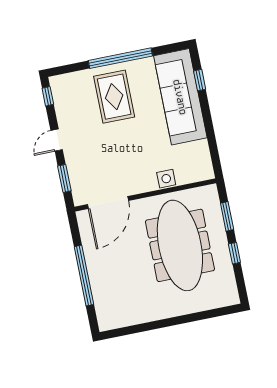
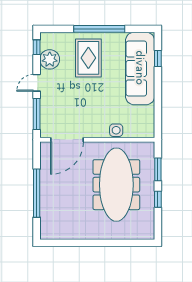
plant: (67, 108) -> (50, 59), added
window: (64, 178) -> (37, 114), width x1.44

